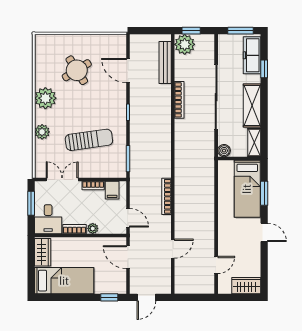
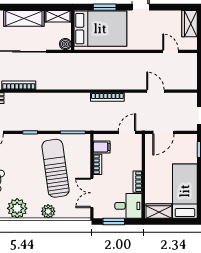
sun lounger: (89, 140) -> (55, 168), width x1.36, depth x1.34
bed: (247, 189) -> (100, 29), width x1.50
plant: (93, 228) -> (137, 165), removed

